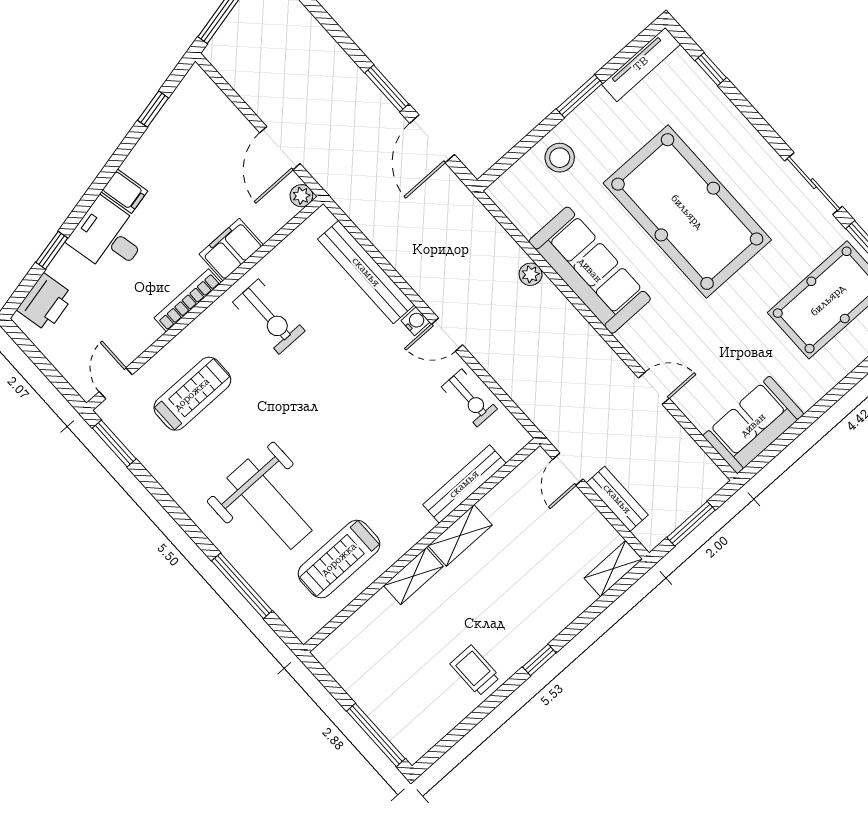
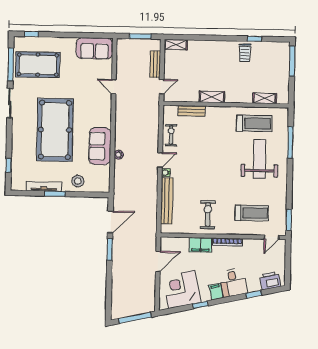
tv unit: (641, 64) -> (44, 186), moved
window: (153, 109) -> (200, 305), moved
corner desk: (190, 138) -> (182, 289), added
plant: (301, 196) -> (165, 241), removed
sofa: (590, 270) -> (100, 146), width x0.73
door: (447, 335) -> (160, 160), hinge flipped
treadmill: (192, 394) -> (252, 213), turned 180
bench: (464, 484) -> (191, 111), width x0.73
shelving: (413, 576) -> (265, 98), moved
window: (539, 660) -> (254, 39), moved

